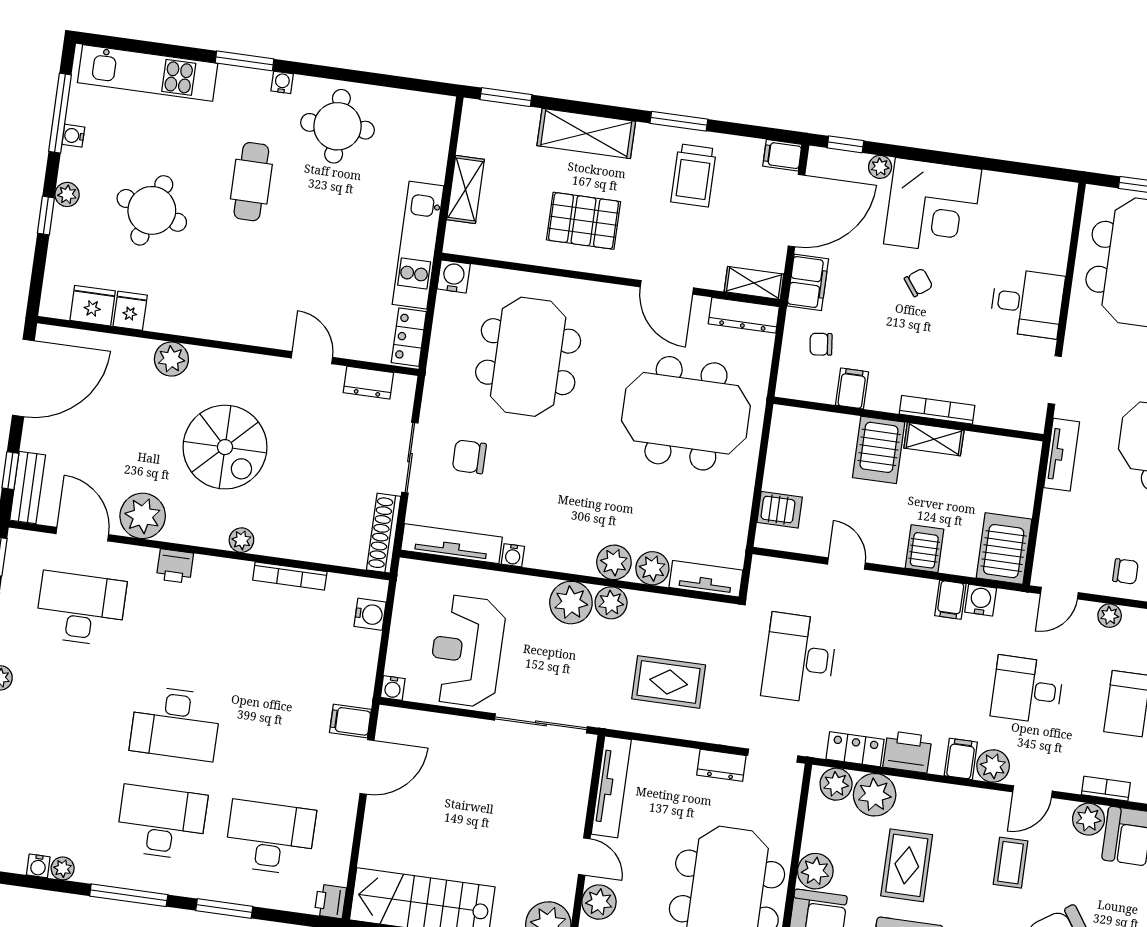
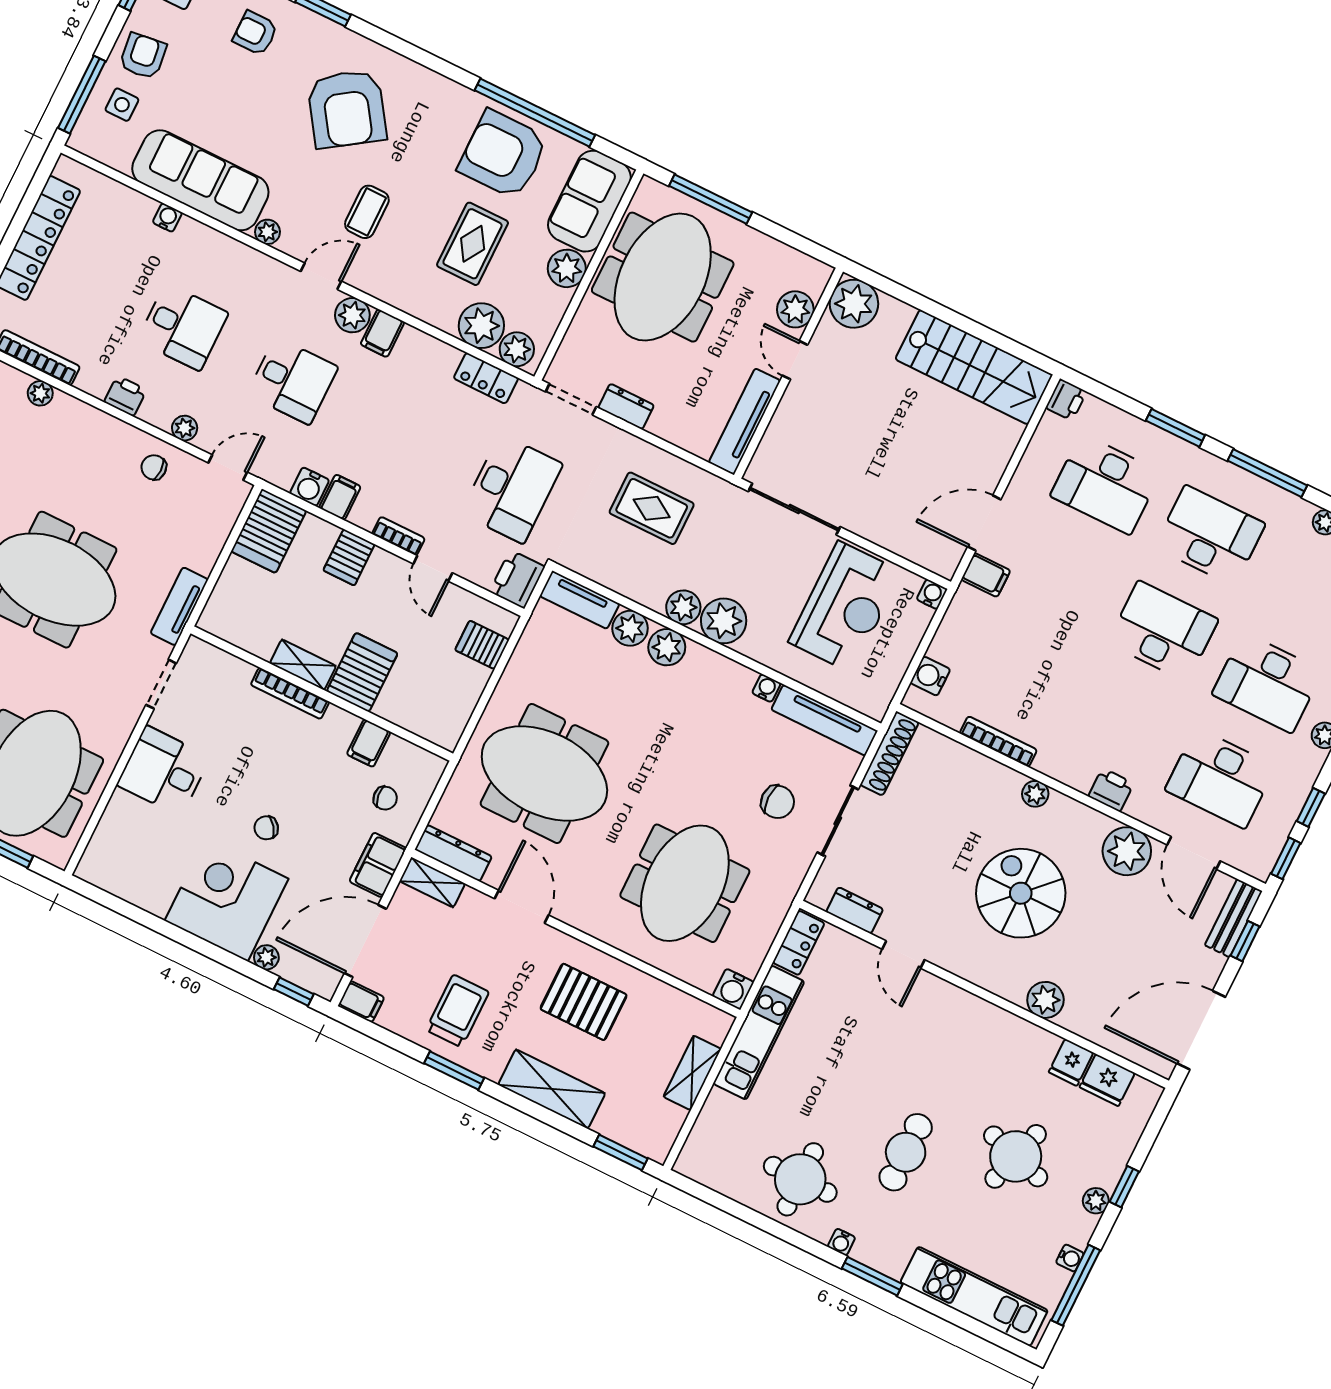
desk: (67, 708) -> (1267, 683), added
printer: (907, 752) -> (517, 579), moved, turned 90
bookcase: (1106, 789) -> (398, 536), moved, turned 180
plant: (1089, 819) -> (268, 232), width x0.73, depth x0.73
desk: (162, 823) -> (1210, 536), turned 180

